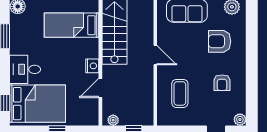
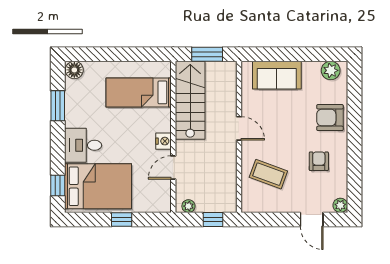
armchair: (220, 41) -> (330, 118), moved
armchair: (222, 83) -> (319, 161), turned 180
coffee table: (180, 93) -> (268, 174), turned -70

